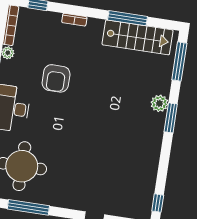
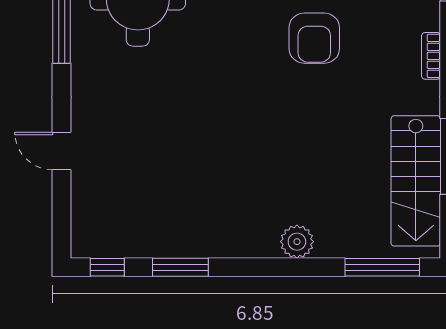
armchair: (56, 78) -> (314, 38), turned -90
window: (171, 118) -> (180, 267), moved

